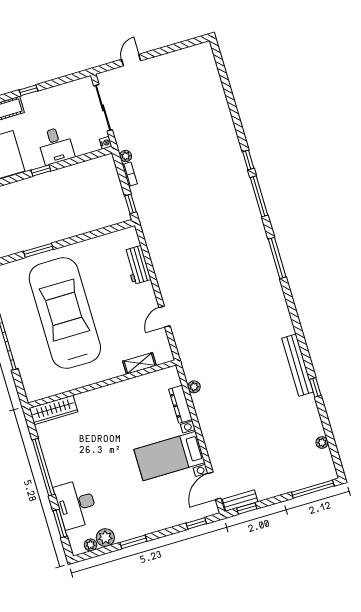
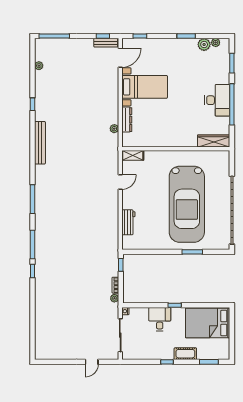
shelving: (139, 363) -> (133, 155), moved
bench: (298, 365) -> (40, 143), moved
desk: (76, 504) -> (217, 100), moved

